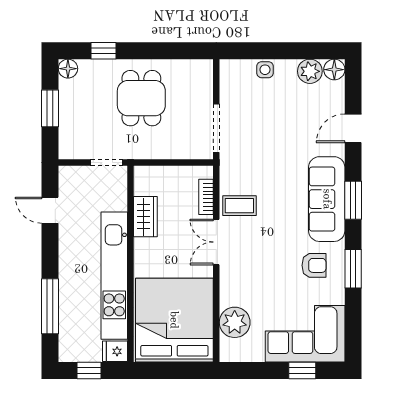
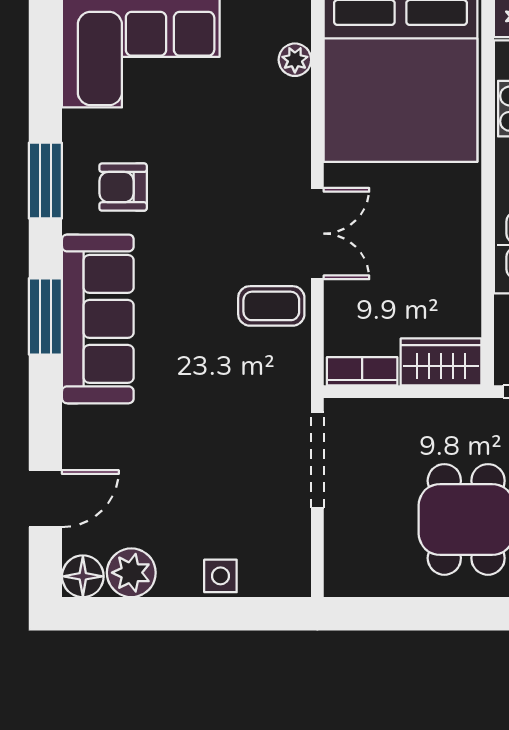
door: (353, 128) -> (45, 499), moved
bookcase: (206, 197) -> (362, 371), moved, turned -90
wardrobe: (145, 217) -> (441, 362), moved, turned 90
plant: (235, 322) -> (295, 60), width x0.53, depth x0.53

